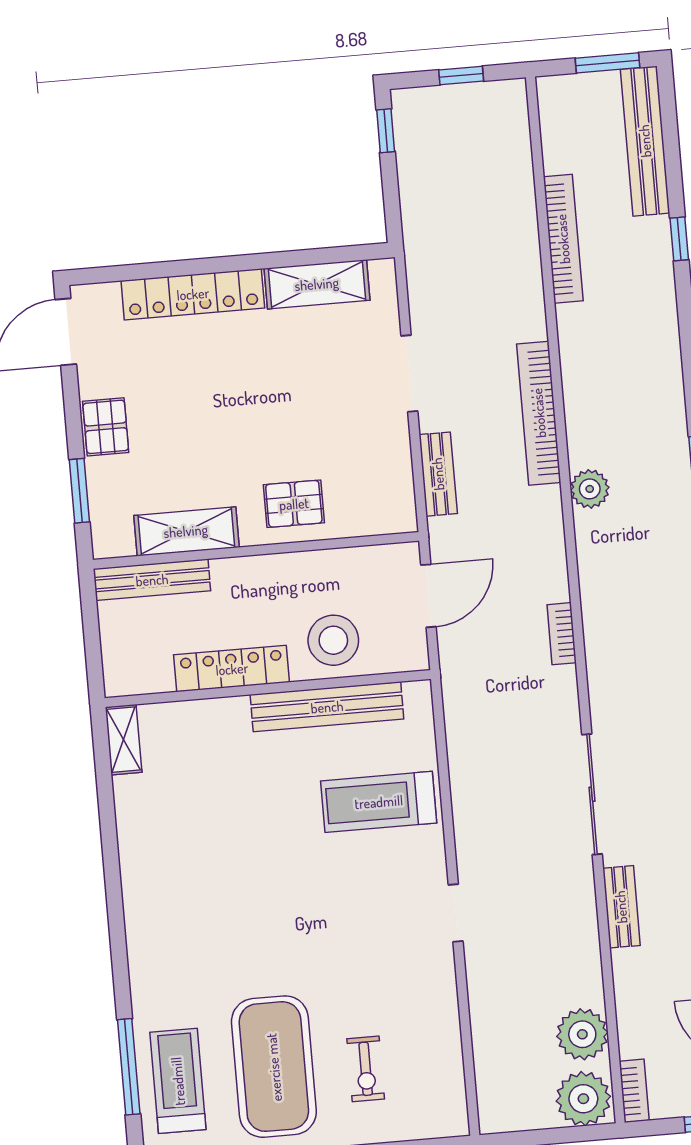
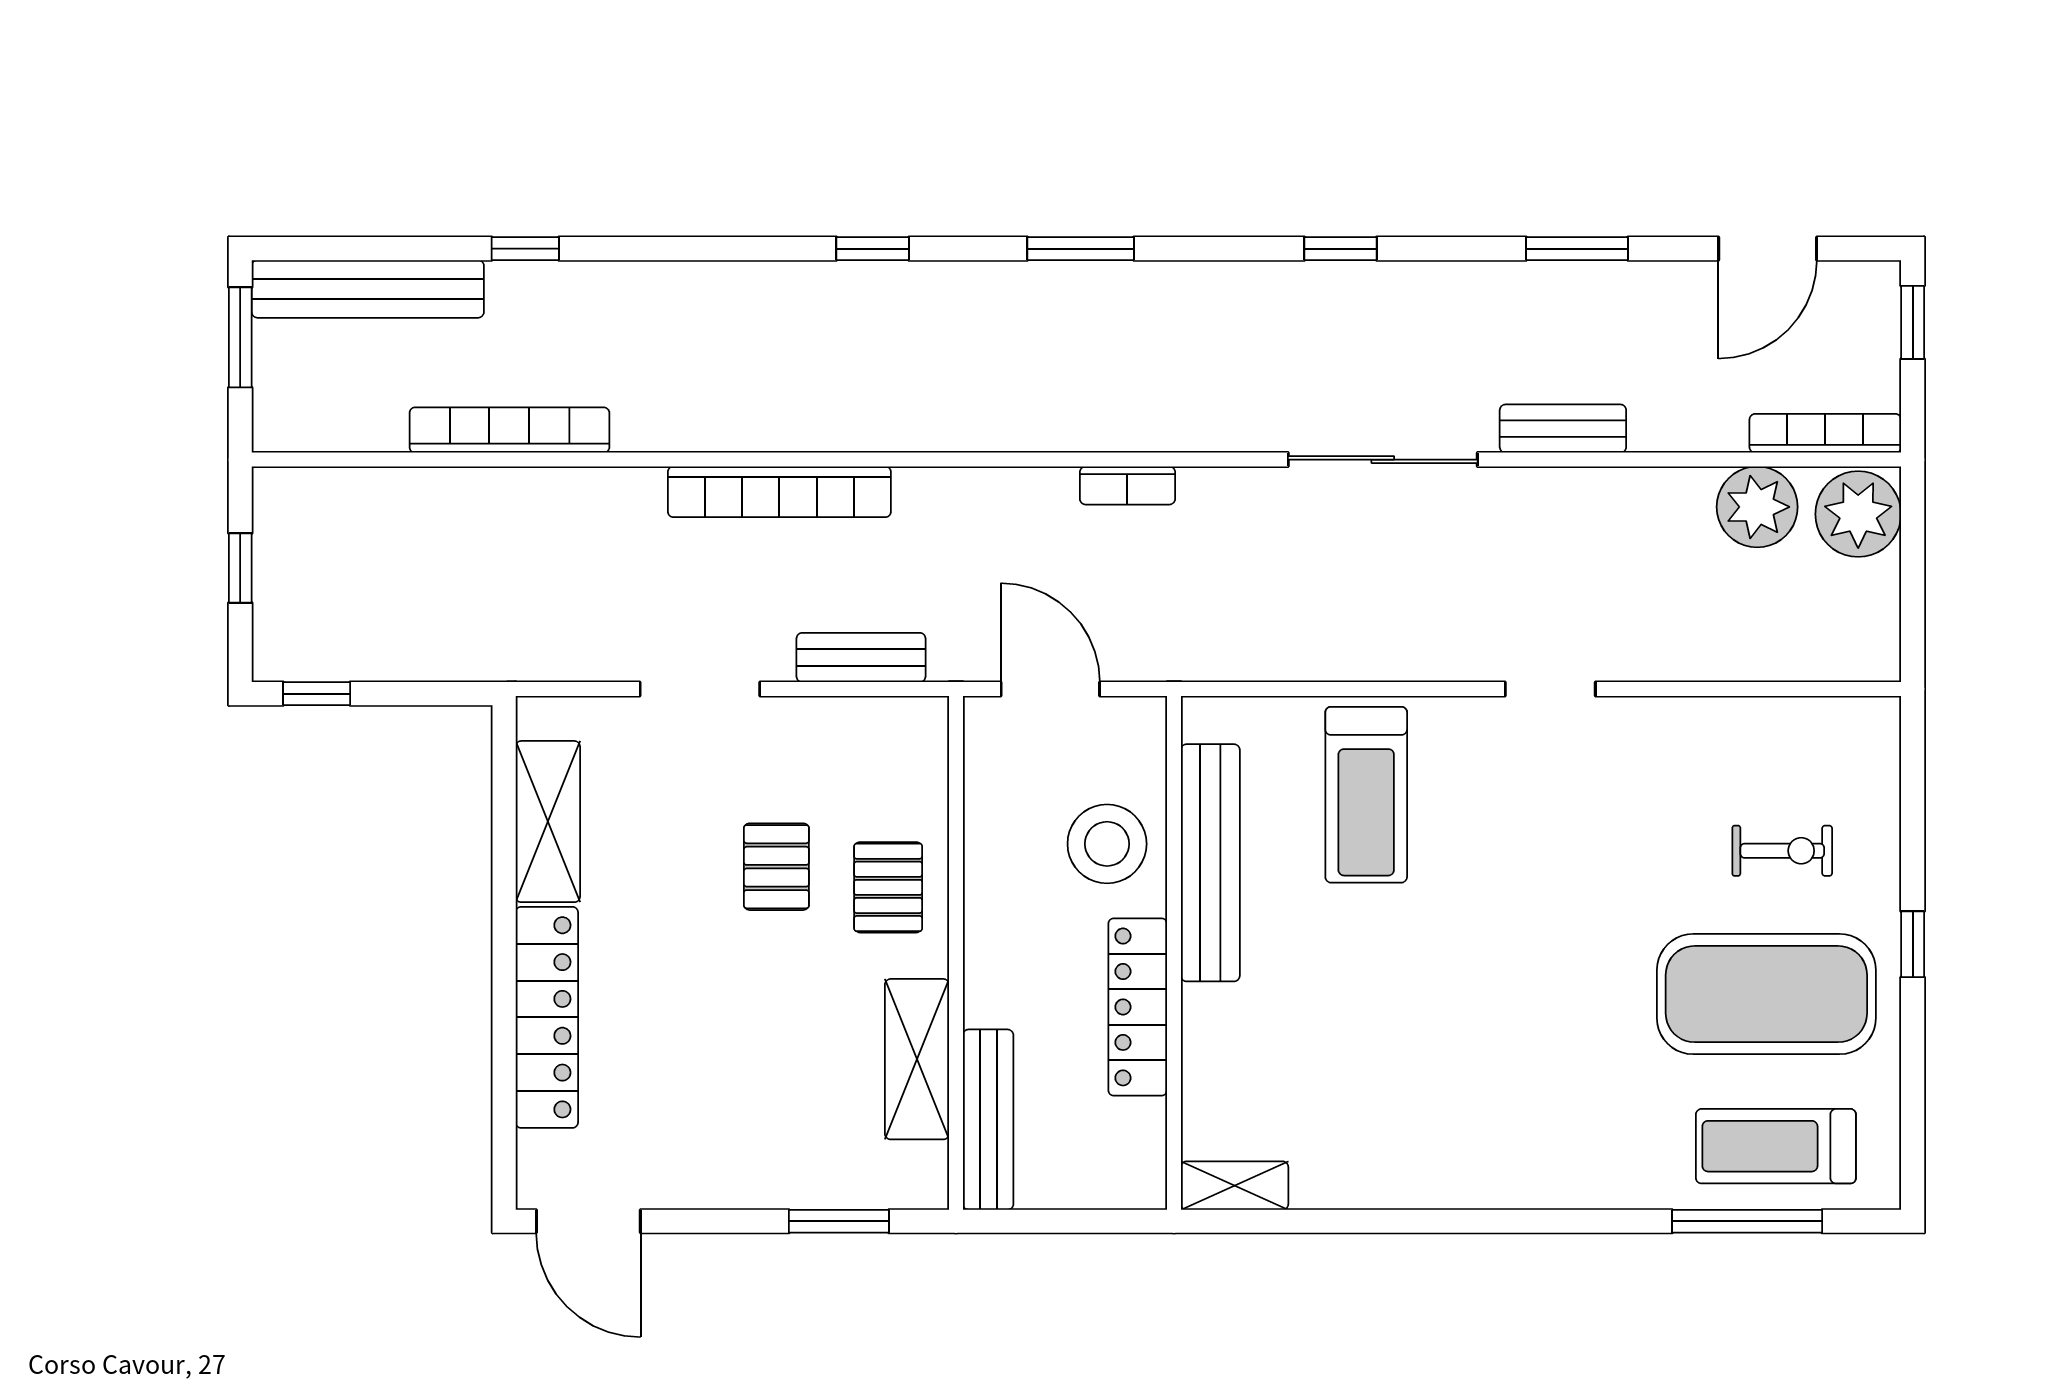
pallet: (106, 427) -> (776, 867), moved, turned 90
plant: (590, 489) -> (905, 422), removed
bookcase: (634, 1091) -> (1825, 433), width x1.56

